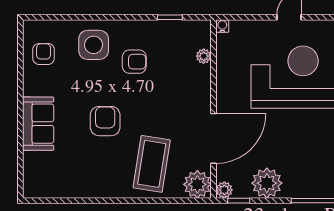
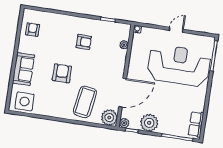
side table: (94, 45) -> (25, 101), moved

